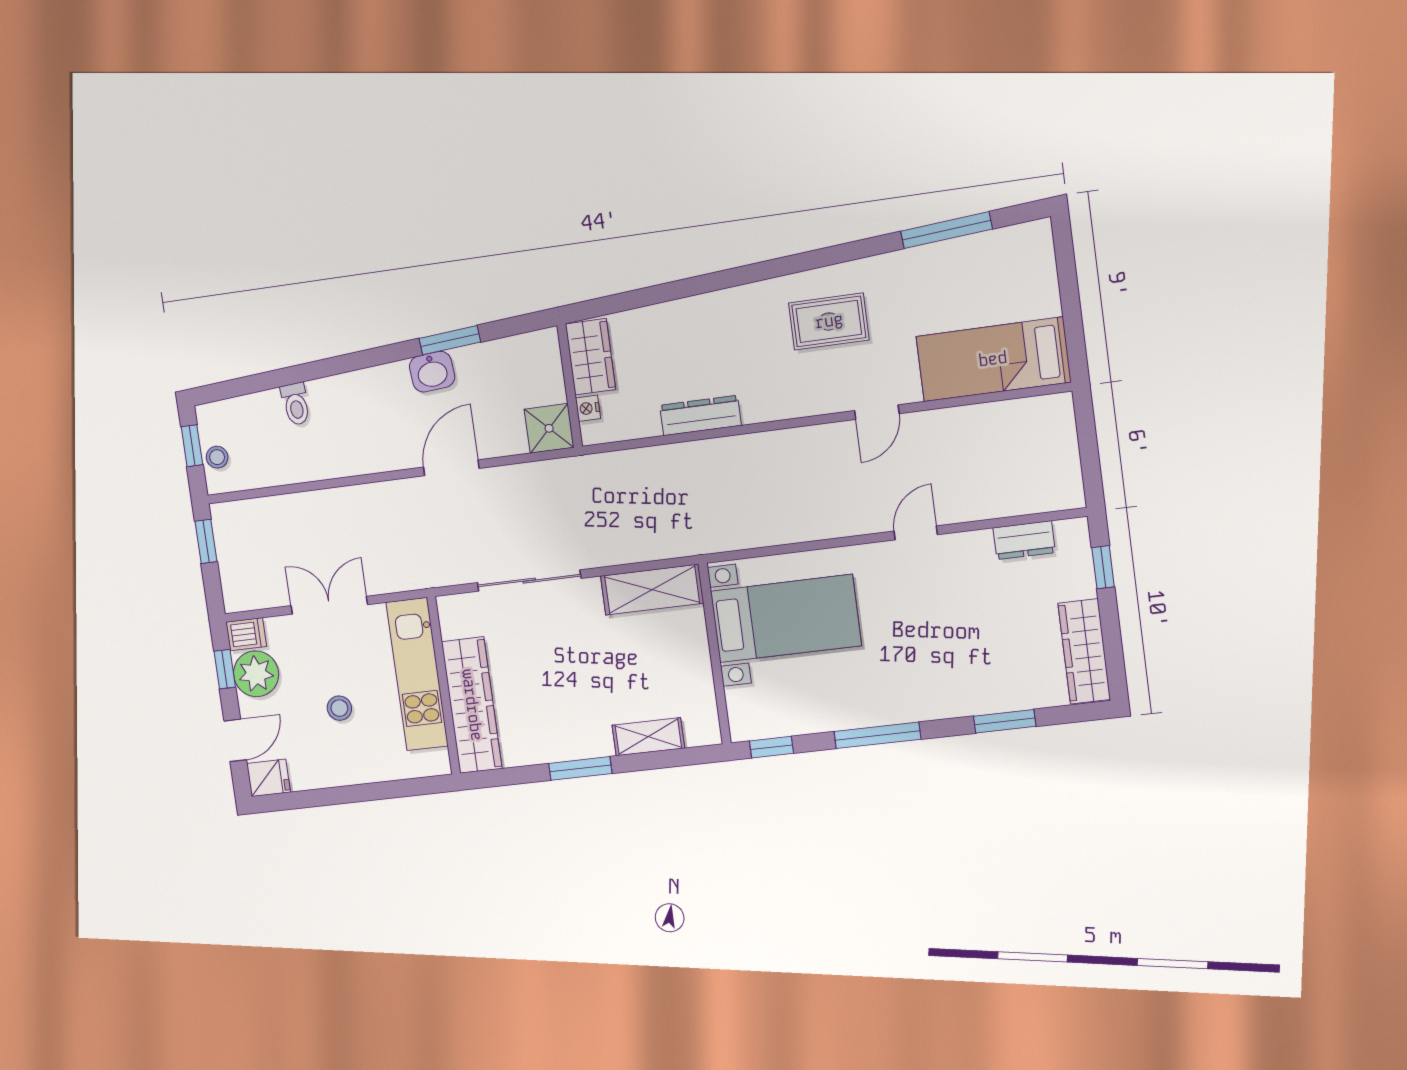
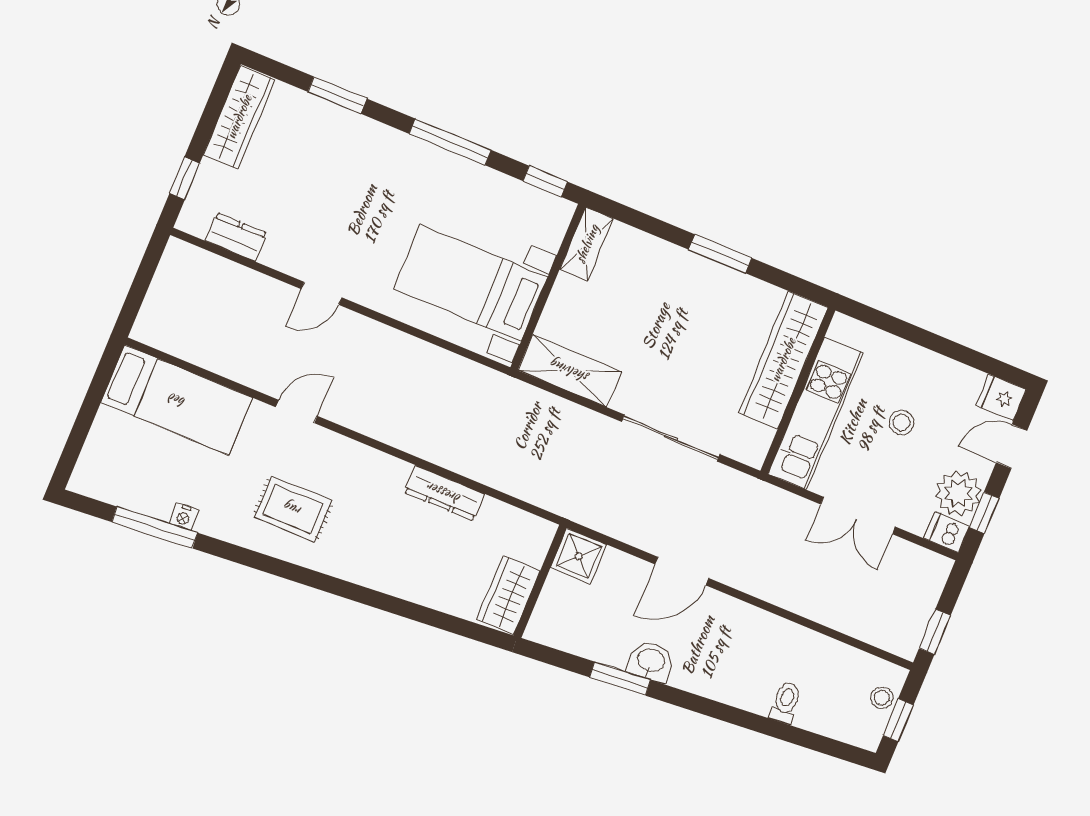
nightstand: (588, 408) -> (184, 517), moved, turned 86
shelving: (648, 737) -> (587, 244), moved, turned 90

